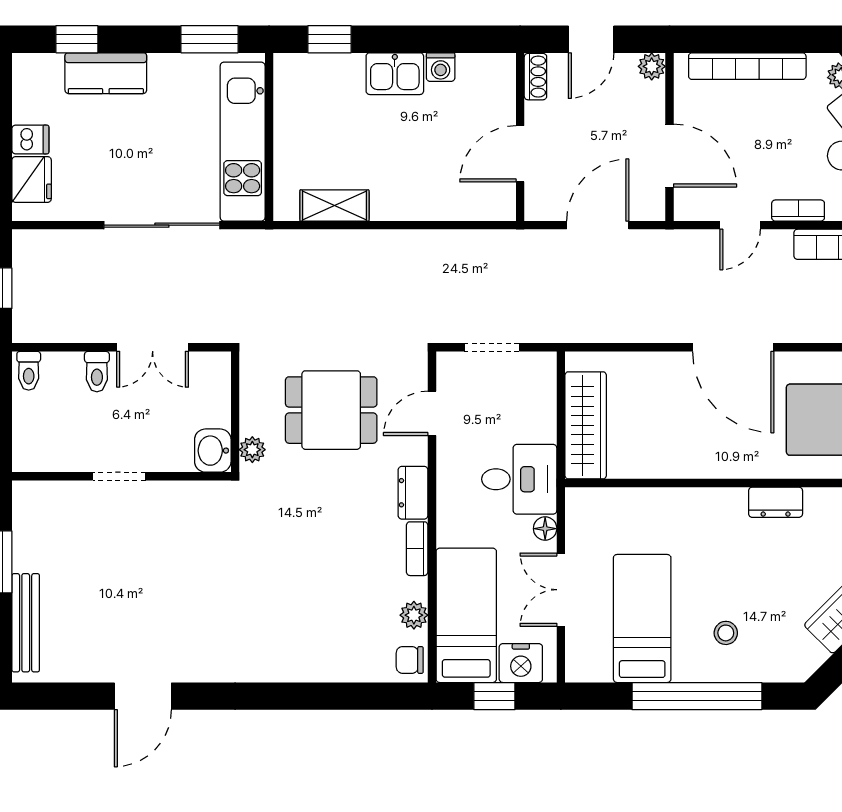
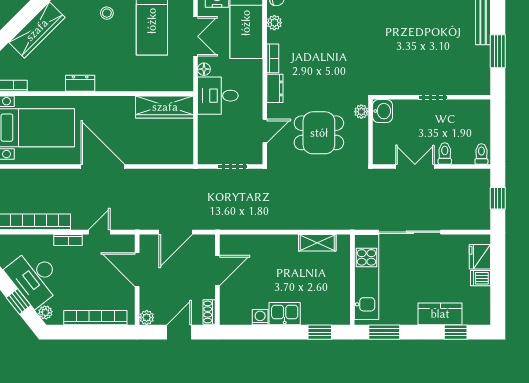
wardrobe: (586, 425) -> (165, 107), moved, turned -90

